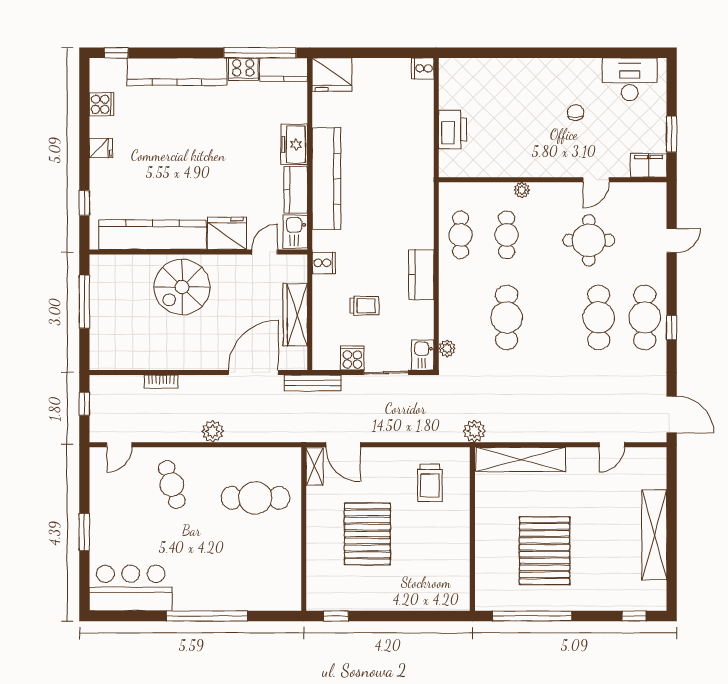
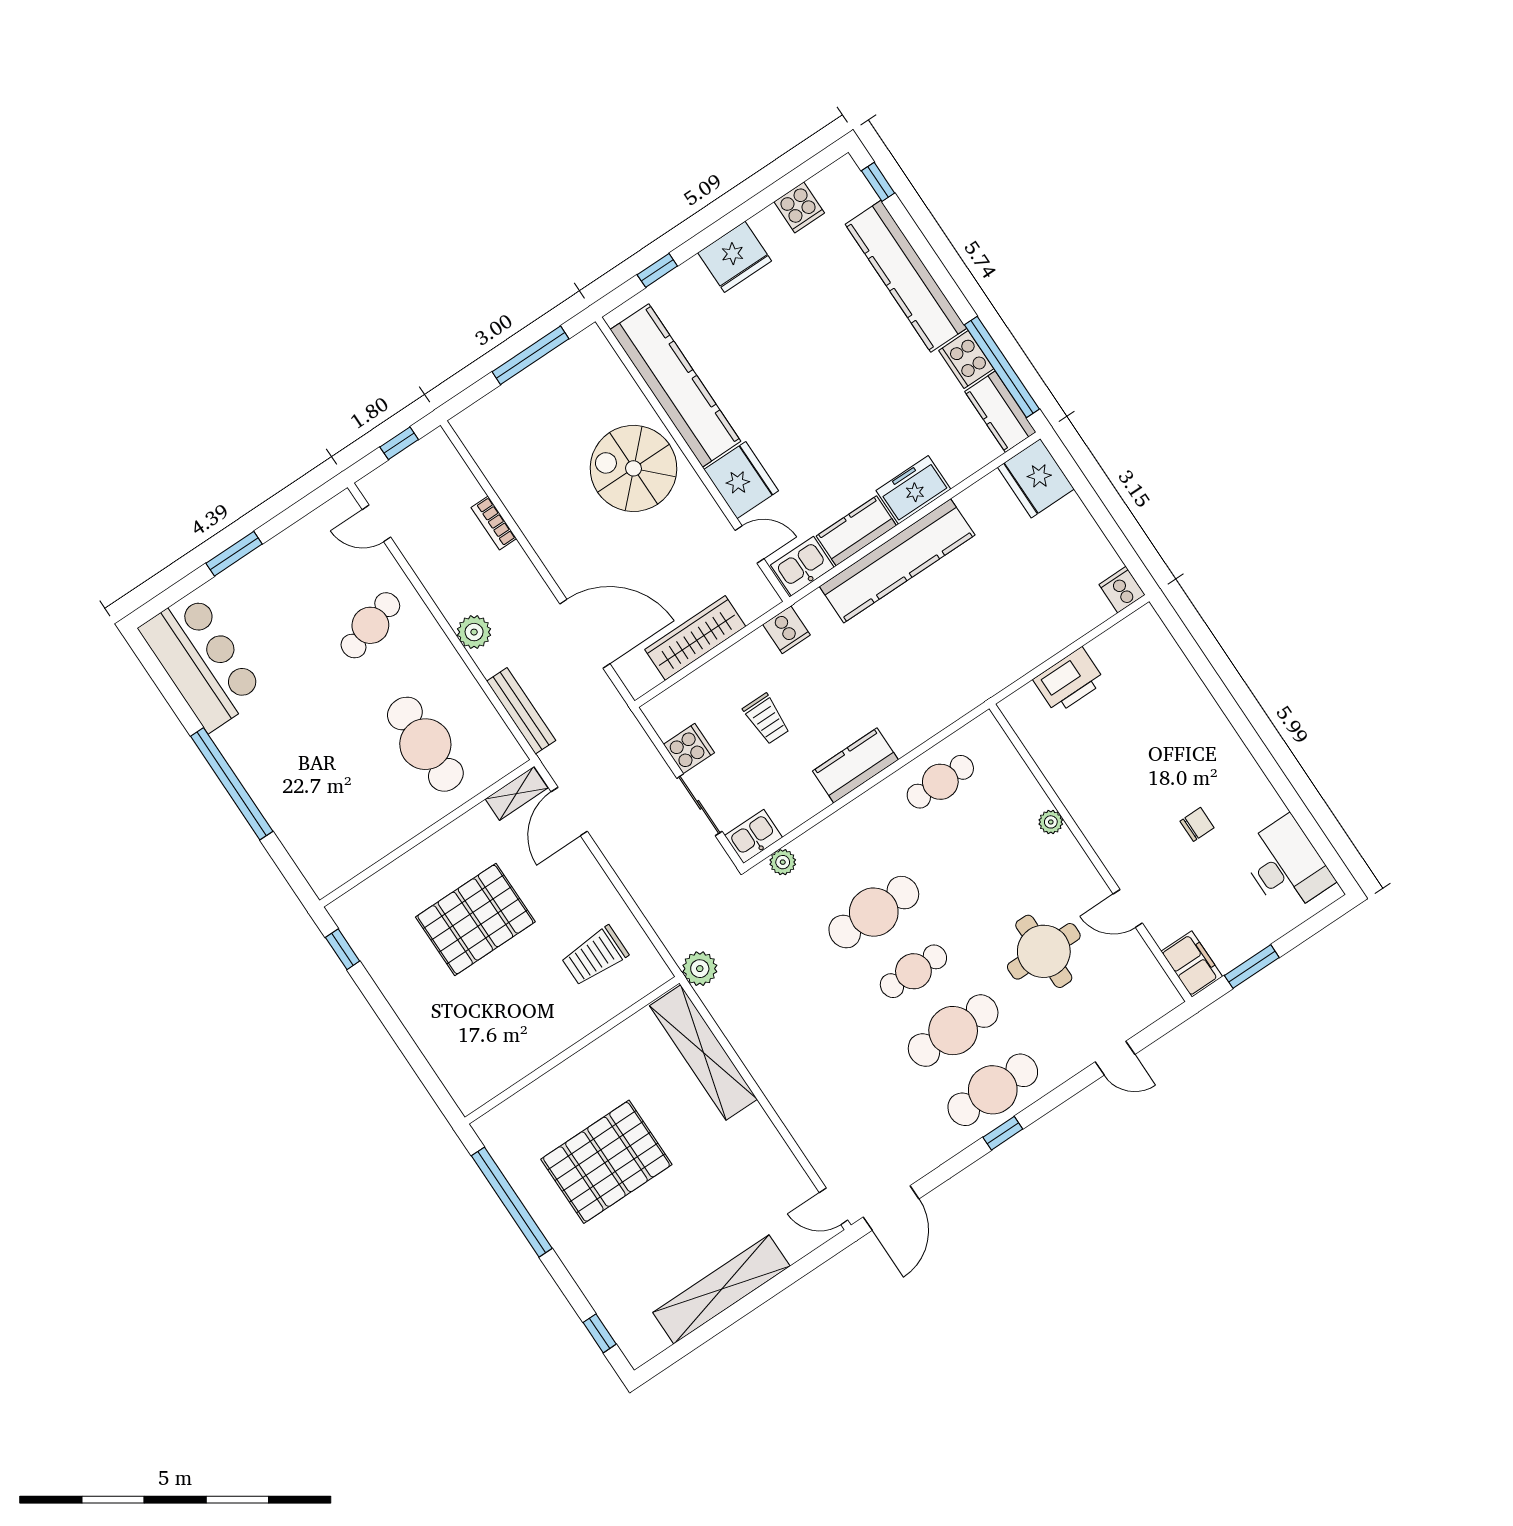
fridge: (101, 148) -> (735, 257), width x1.88, depth x1.34
cafe table: (507, 235) -> (913, 971), moved
bench: (313, 383) -> (521, 711), moved
door: (612, 445) -> (834, 1206), moved

